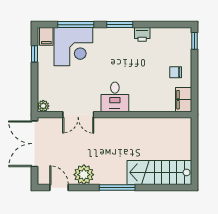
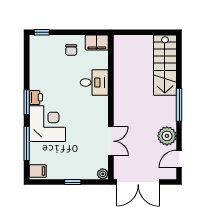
printer: (142, 34) -> (36, 97), moved
corner desk: (73, 47) -> (47, 124), moved
window: (35, 54) -> (73, 182), moved
desk: (115, 97) -> (94, 82), moved

